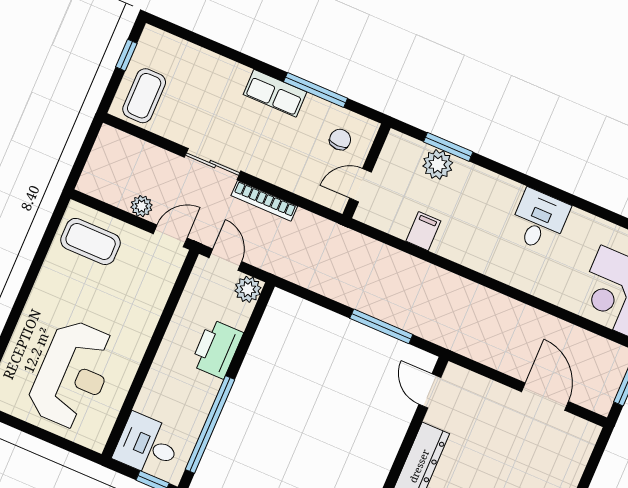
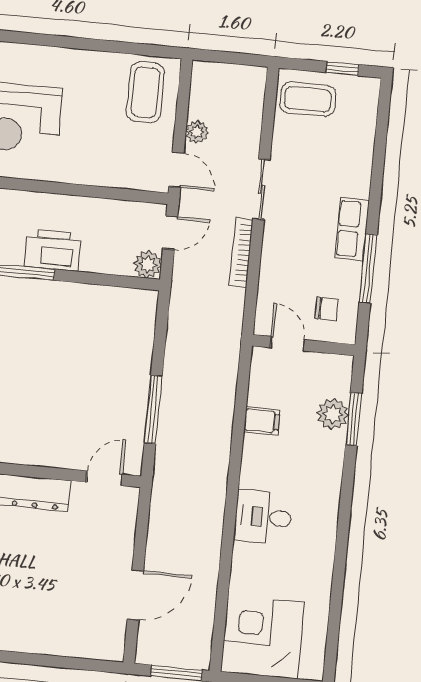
desk: (539, 220) -> (263, 517), moved, turned 180
printer: (217, 349) -> (53, 250), moved

